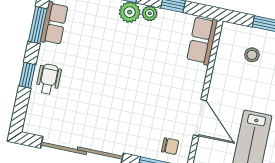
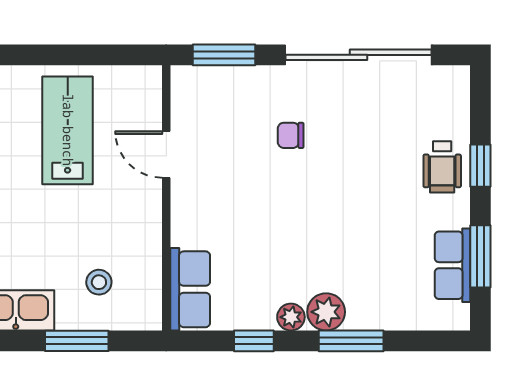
door: (200, 118) -> (166, 154), width x0.73
chair: (170, 146) -> (291, 135), moved

